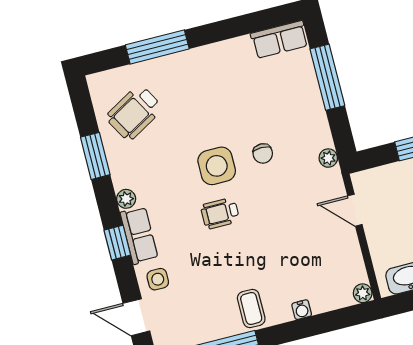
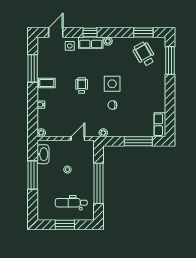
window: (157, 47) -> (170, 61), moved
window: (95, 156) -> (143, 32), moved
wheelchair: (220, 213) -> (82, 86), moved

